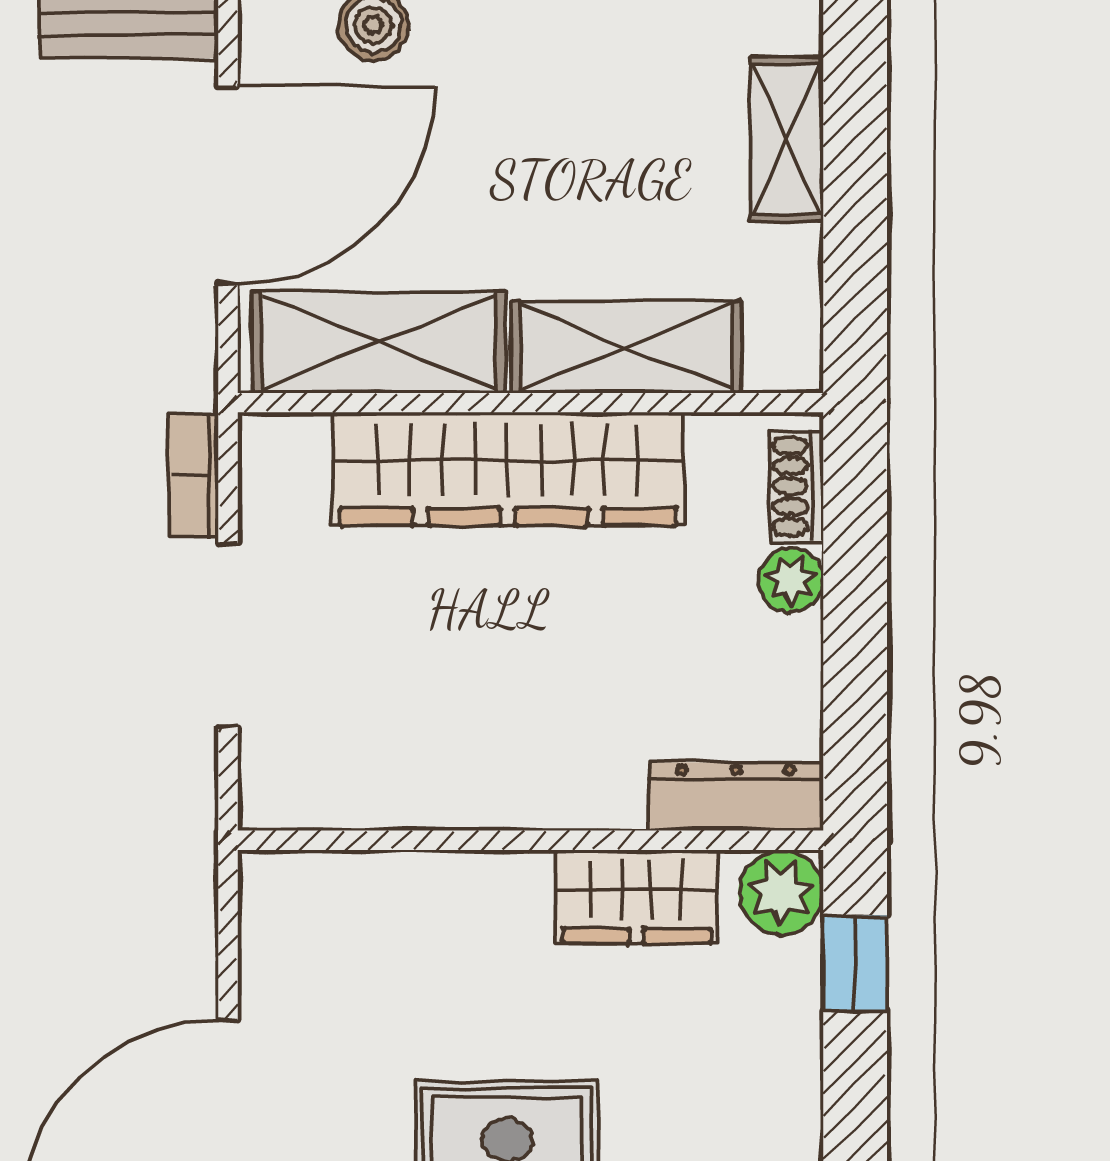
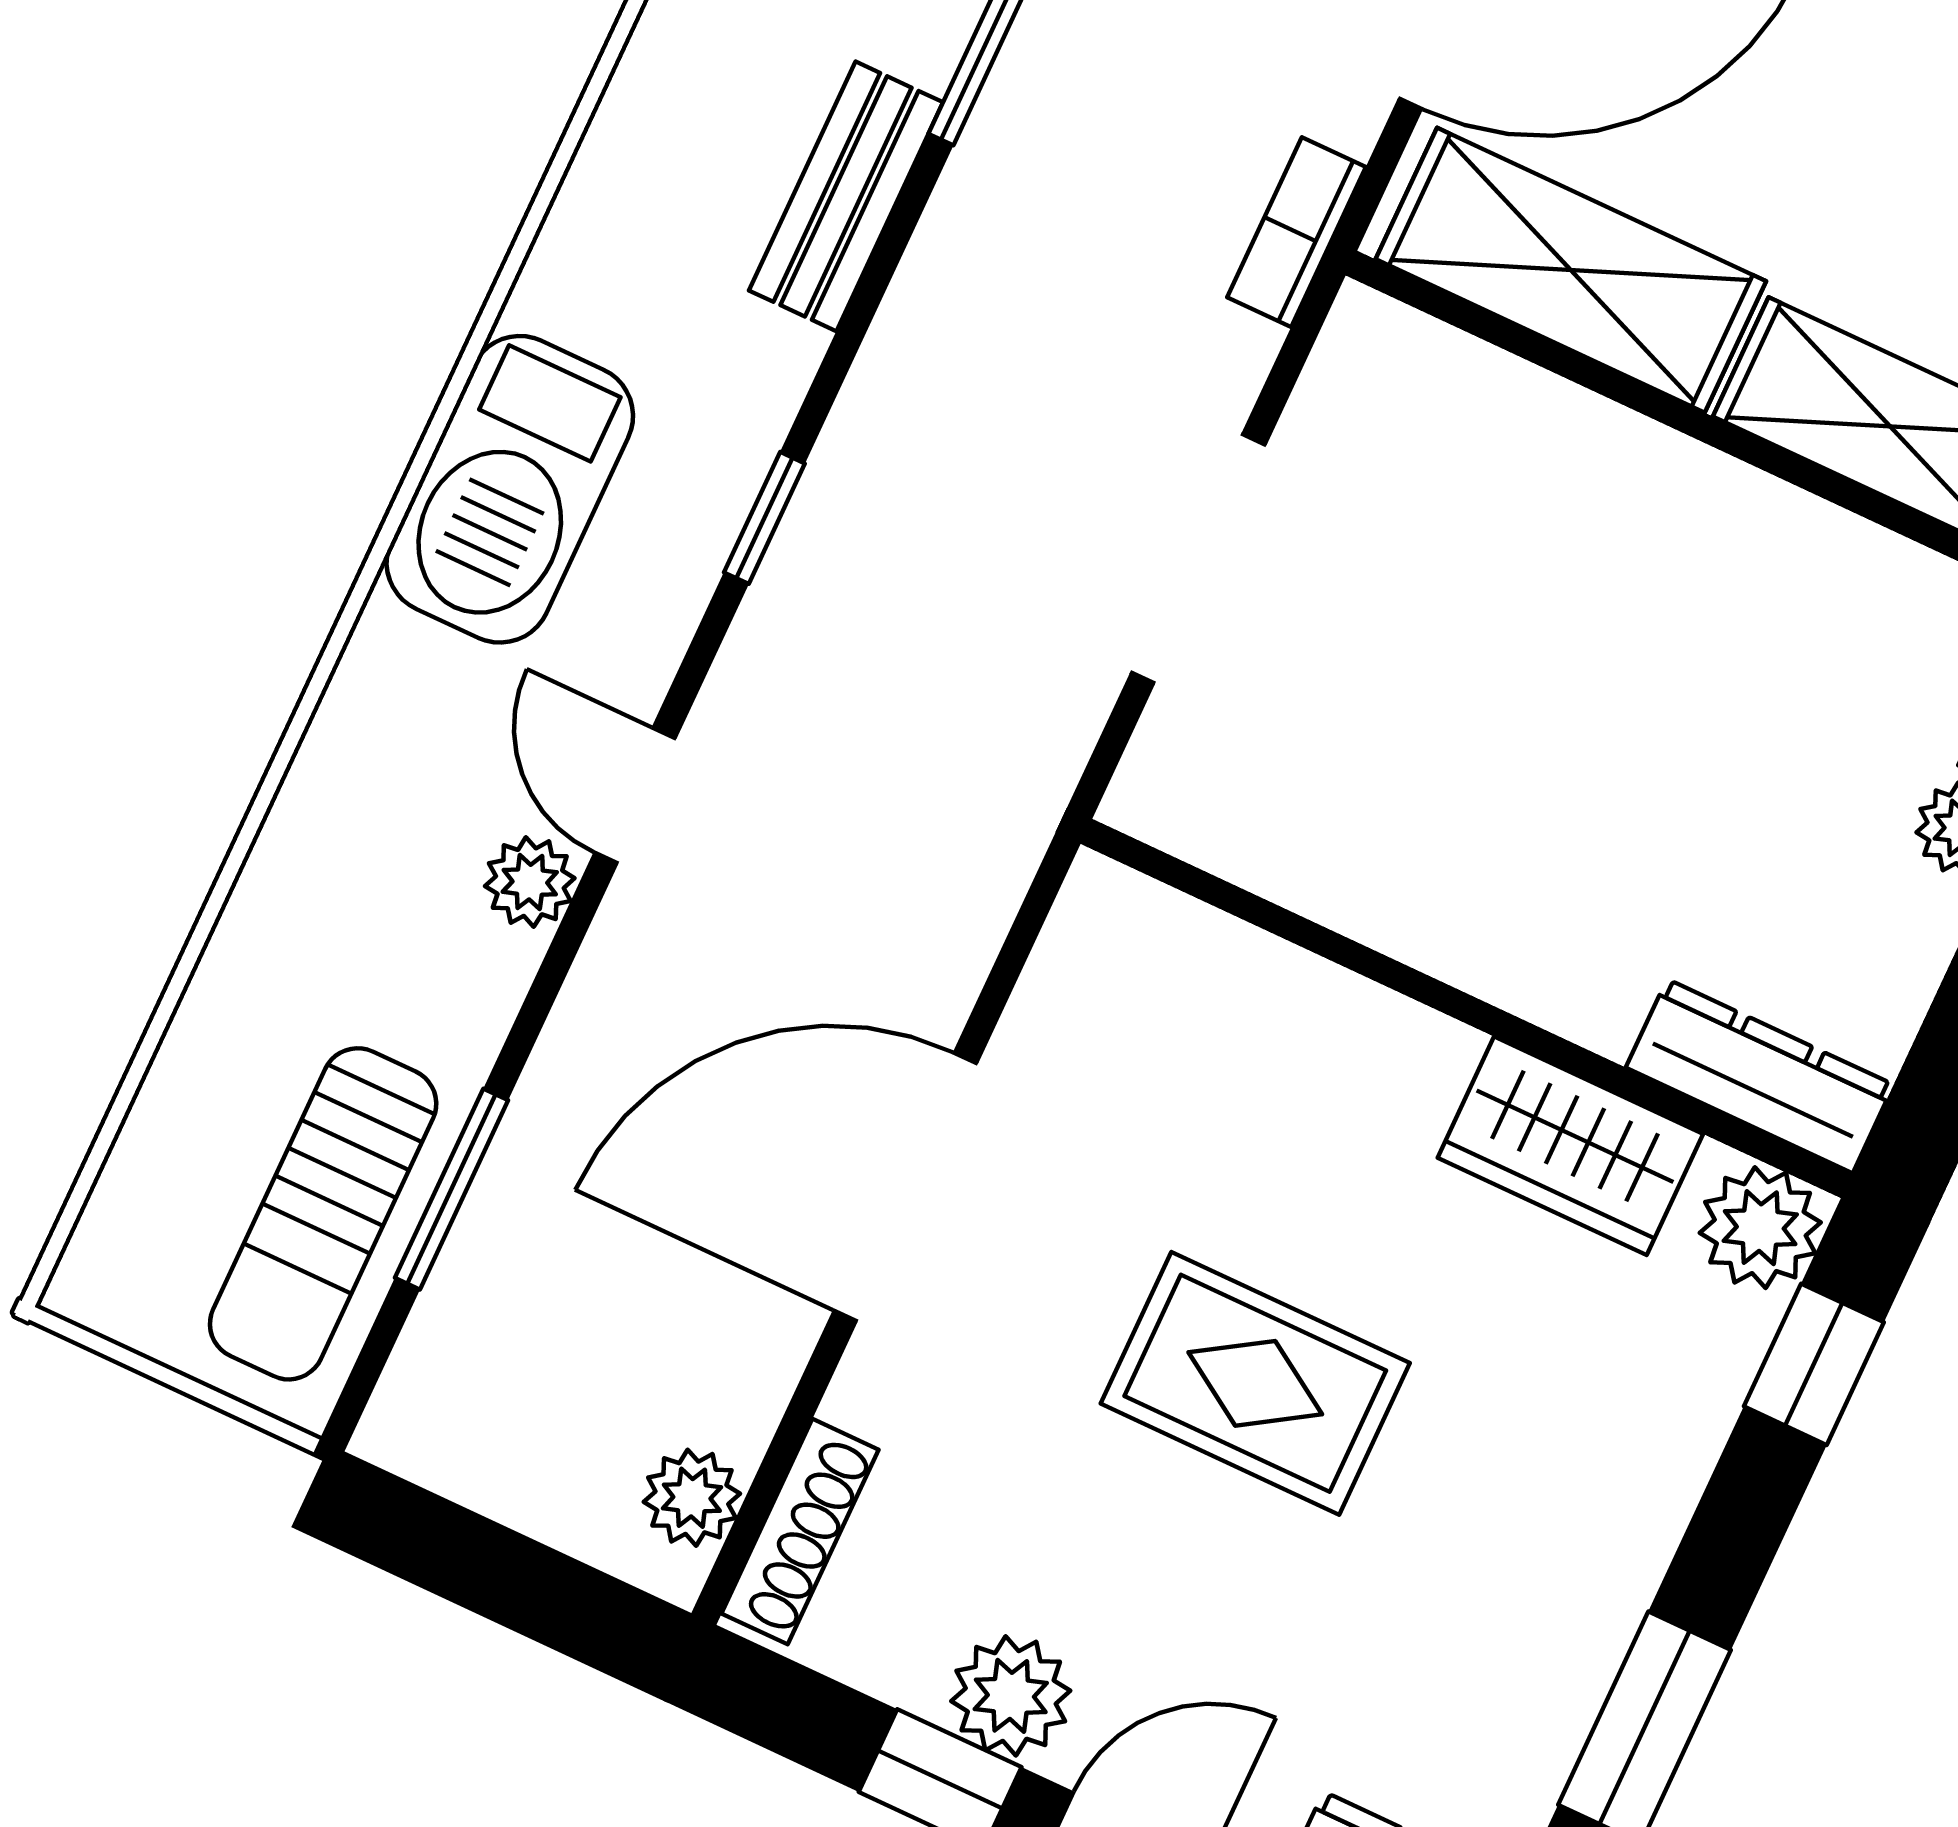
wardrobe: (508, 469) -> (1662, 513), removed
bookcase: (194, 475) -> (1296, 232), moved

